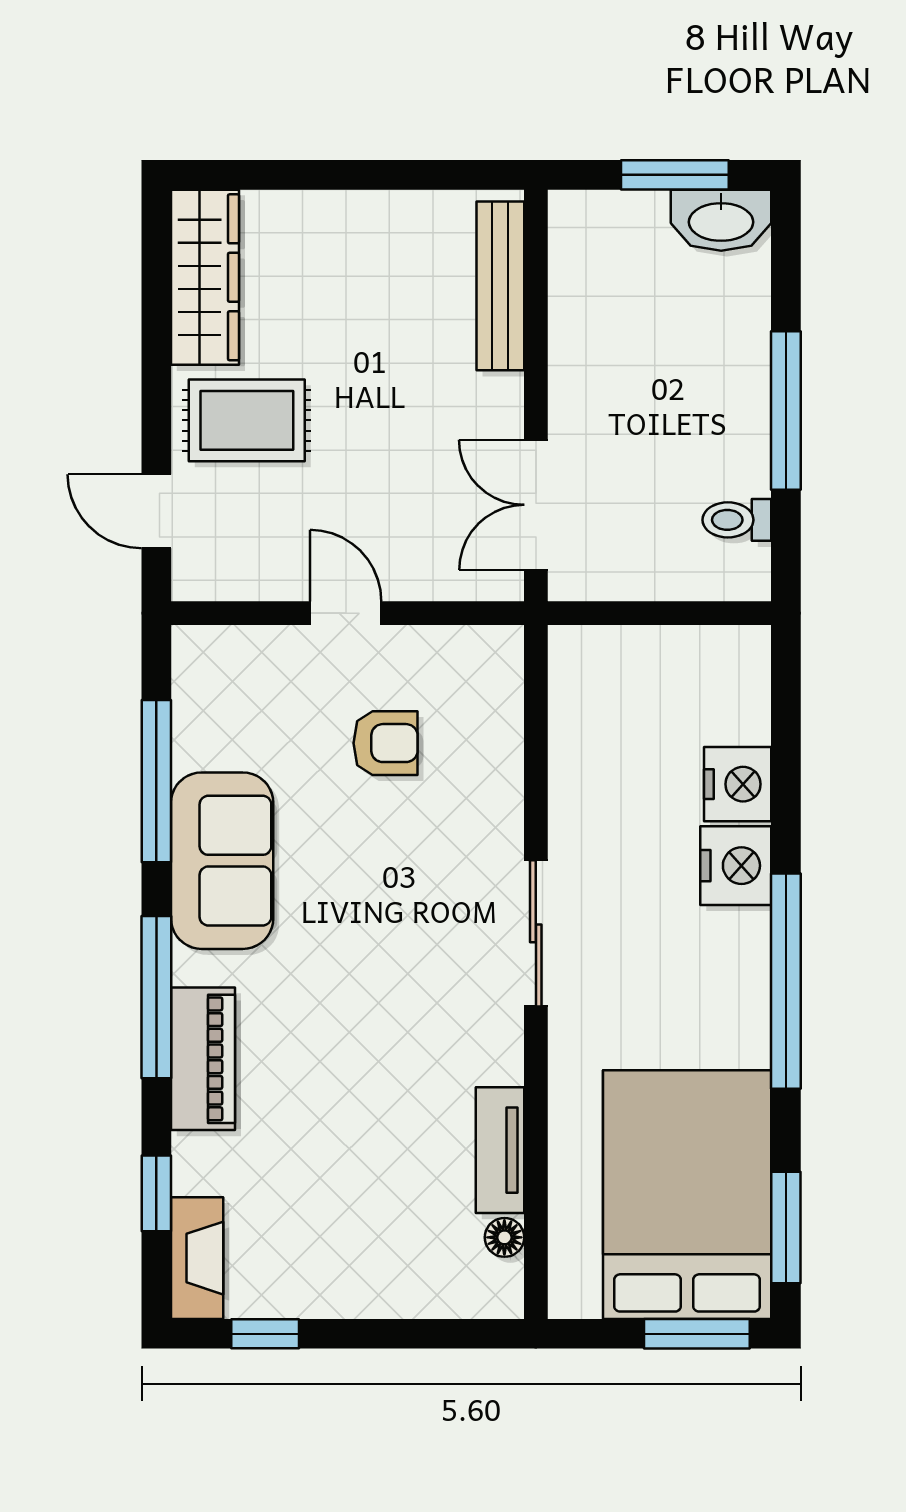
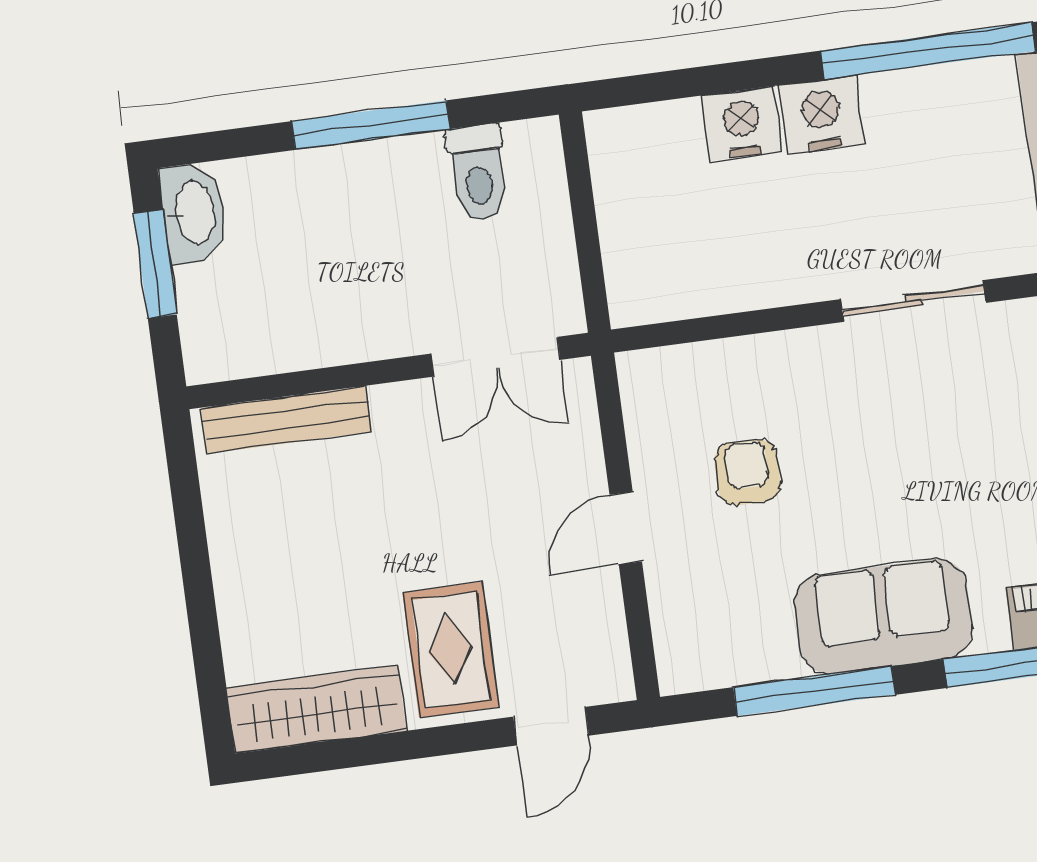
toilet: (737, 520) -> (478, 173), width x1.37, depth x1.39

